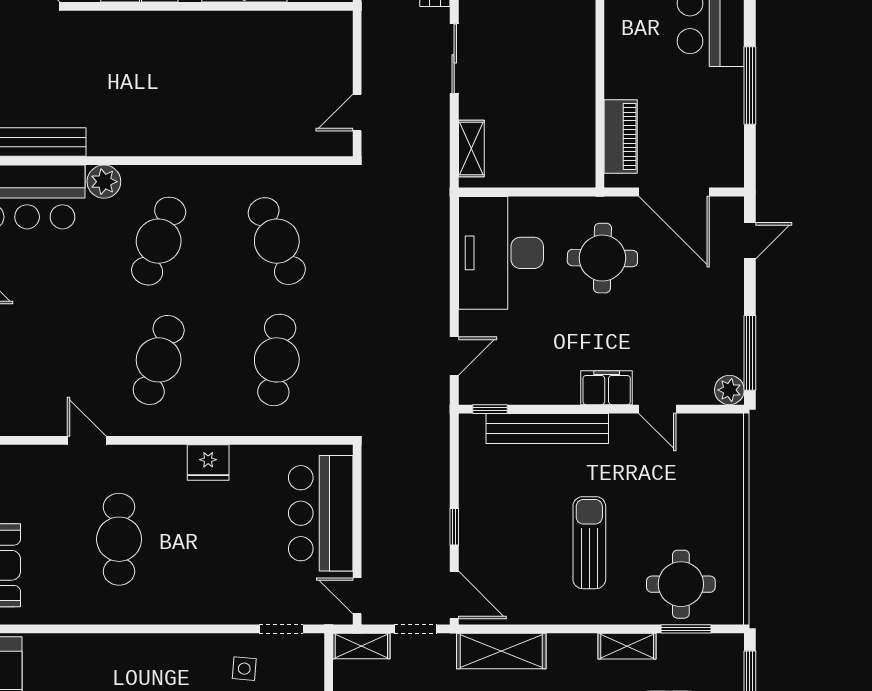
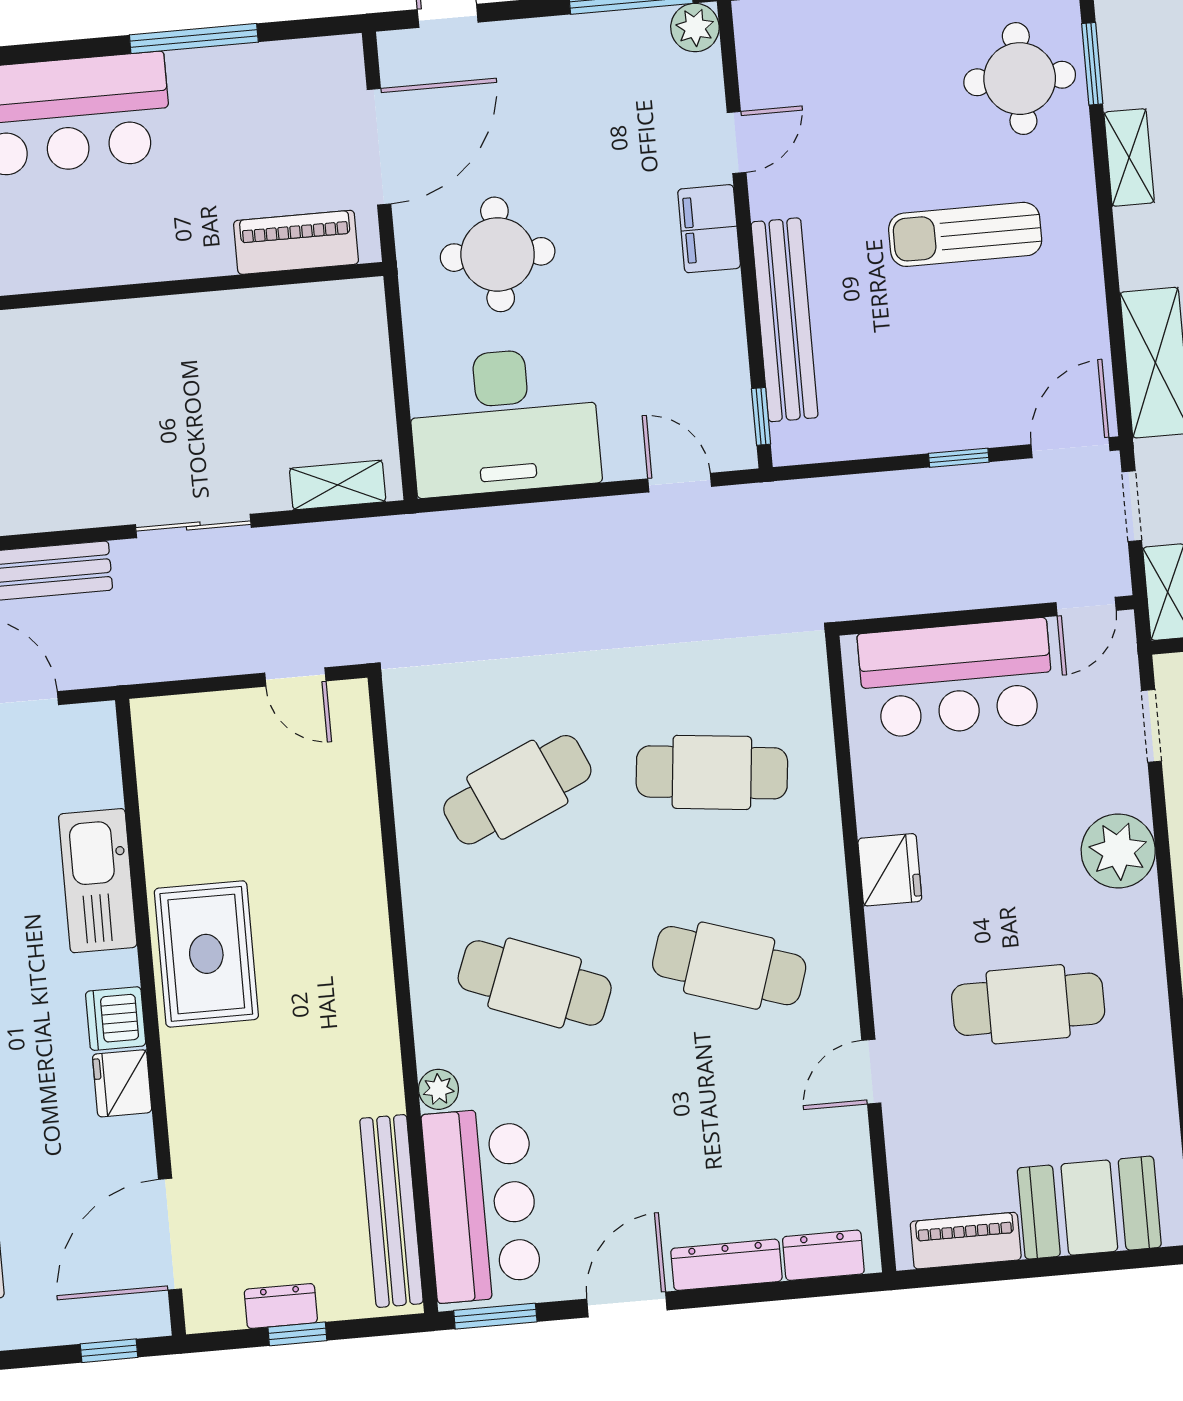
rug: (194, 44) -> (206, 954), added
plant: (104, 182) -> (438, 1089), width x0.73, depth x0.73
plant: (207, 602) -> (1118, 851), added

